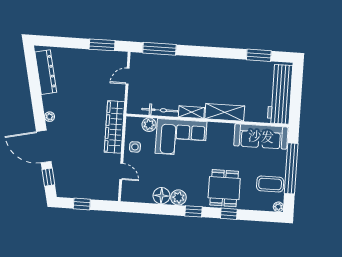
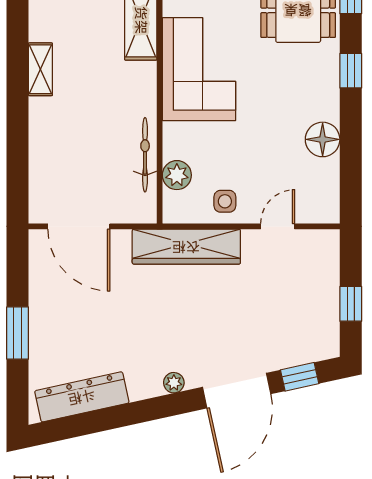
window: (102, 45) -> (18, 333), moved
window: (159, 49) -> (18, 164), removed
door: (128, 76) -> (79, 226), width x1.87
shelving: (191, 112) -> (40, 69), moved
corner sofa: (181, 137) -> (199, 69), moved
plant: (178, 197) -> (324, 104), removed

